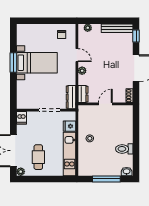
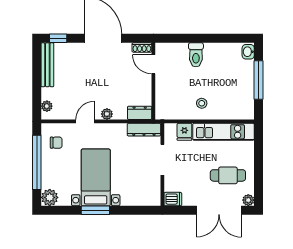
window: (48, 21) -> (37, 162), added
plant: (23, 30) -> (50, 197), added
door: (105, 104) -> (153, 64), moved
toilet: (124, 149) -> (196, 55), moved

